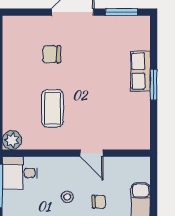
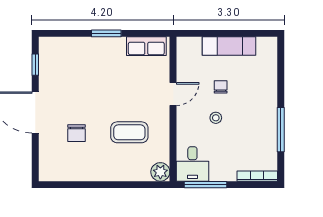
window: (122, 12) -> (35, 65), width x0.67
row of seats: (141, 71) -> (146, 46), moved

